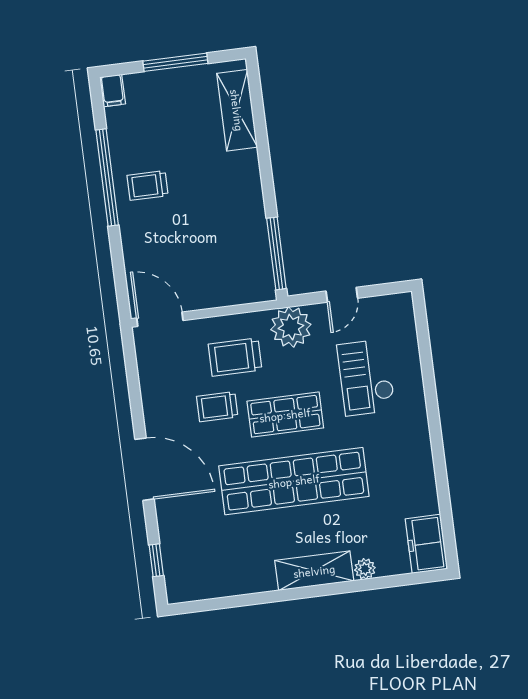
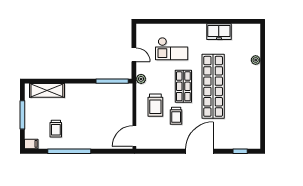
trolley: (148, 185) -> (56, 129), moved
plant: (291, 327) -> (141, 79), width x0.53, depth x0.53
freezer: (426, 544) -> (219, 32), moved
shelving: (314, 571) -> (254, 82), removed

